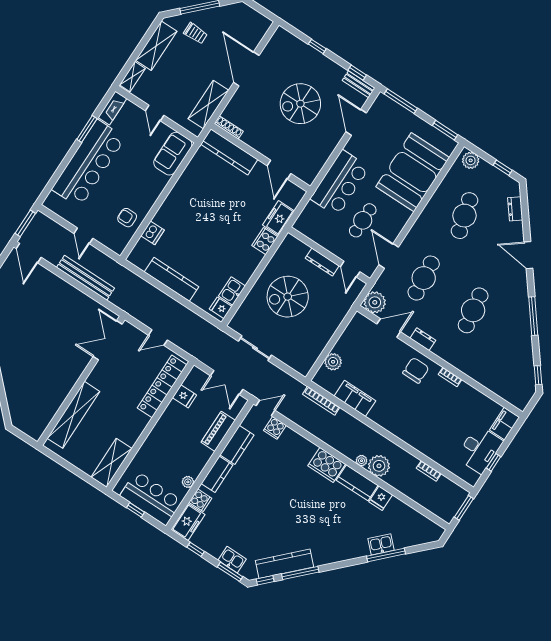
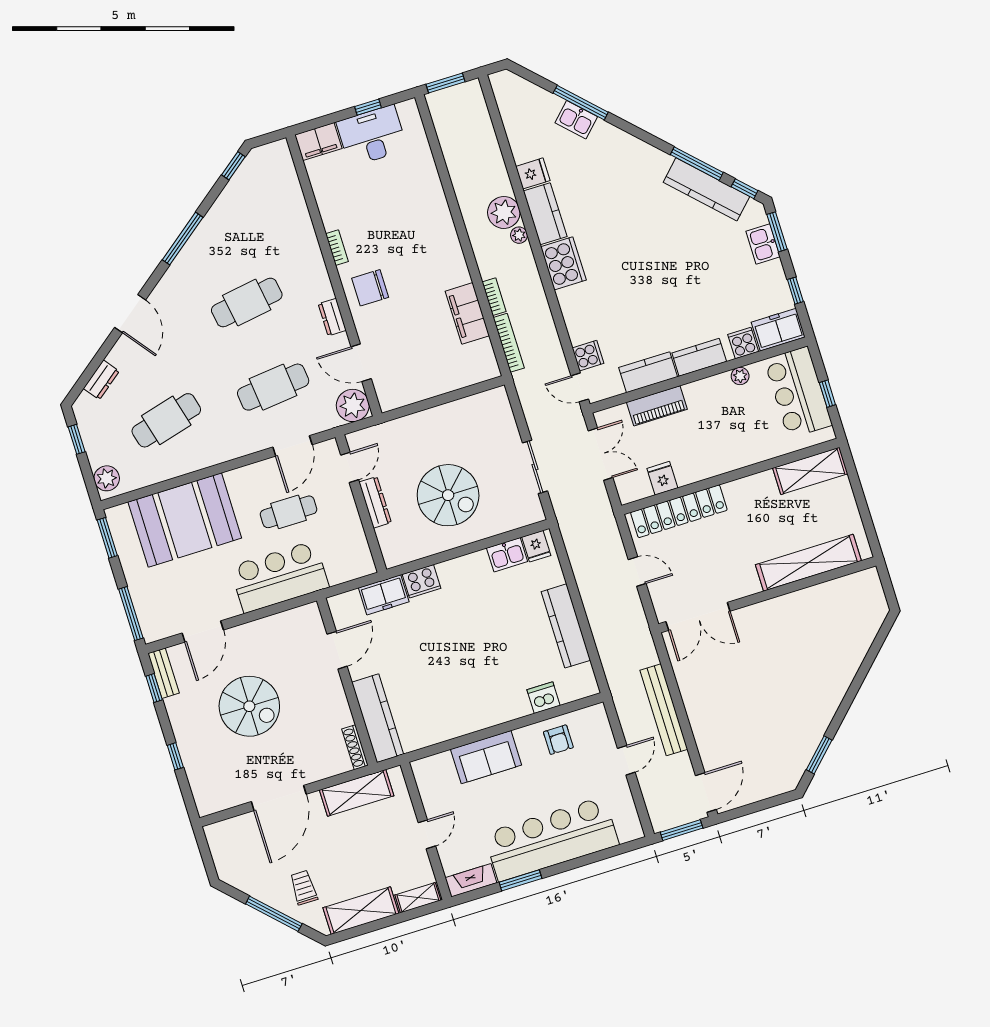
sofa: (173, 154) -> (486, 757), moved
plant: (333, 362) -> (458, 377), removed
bookcase: (429, 471) -> (494, 297), moved

